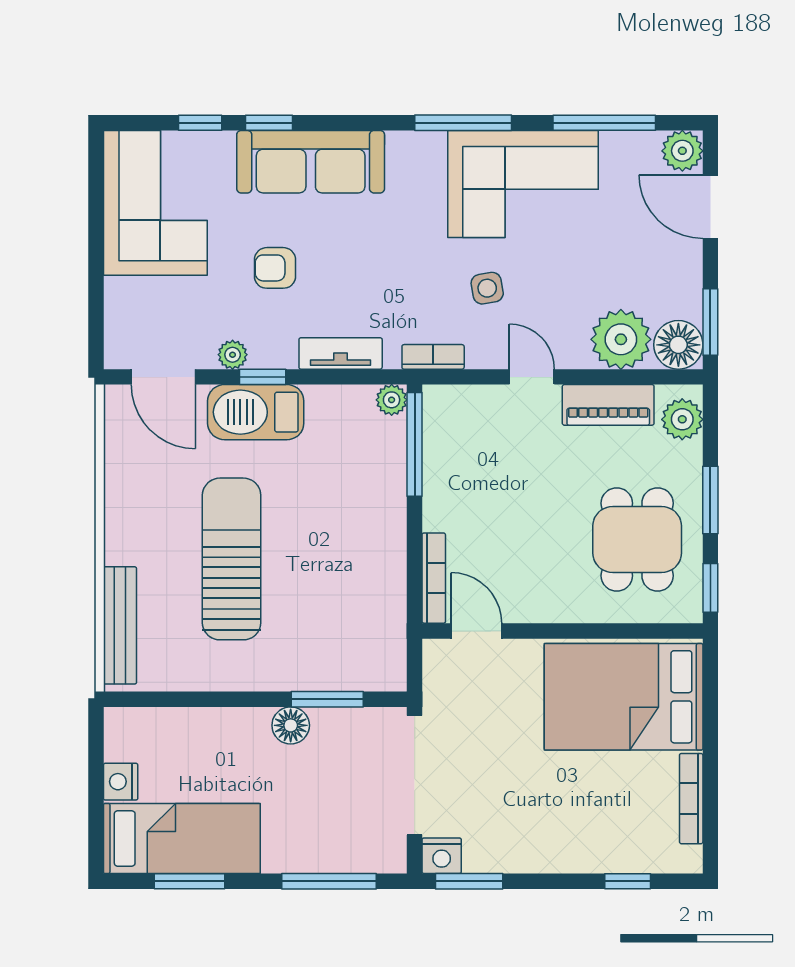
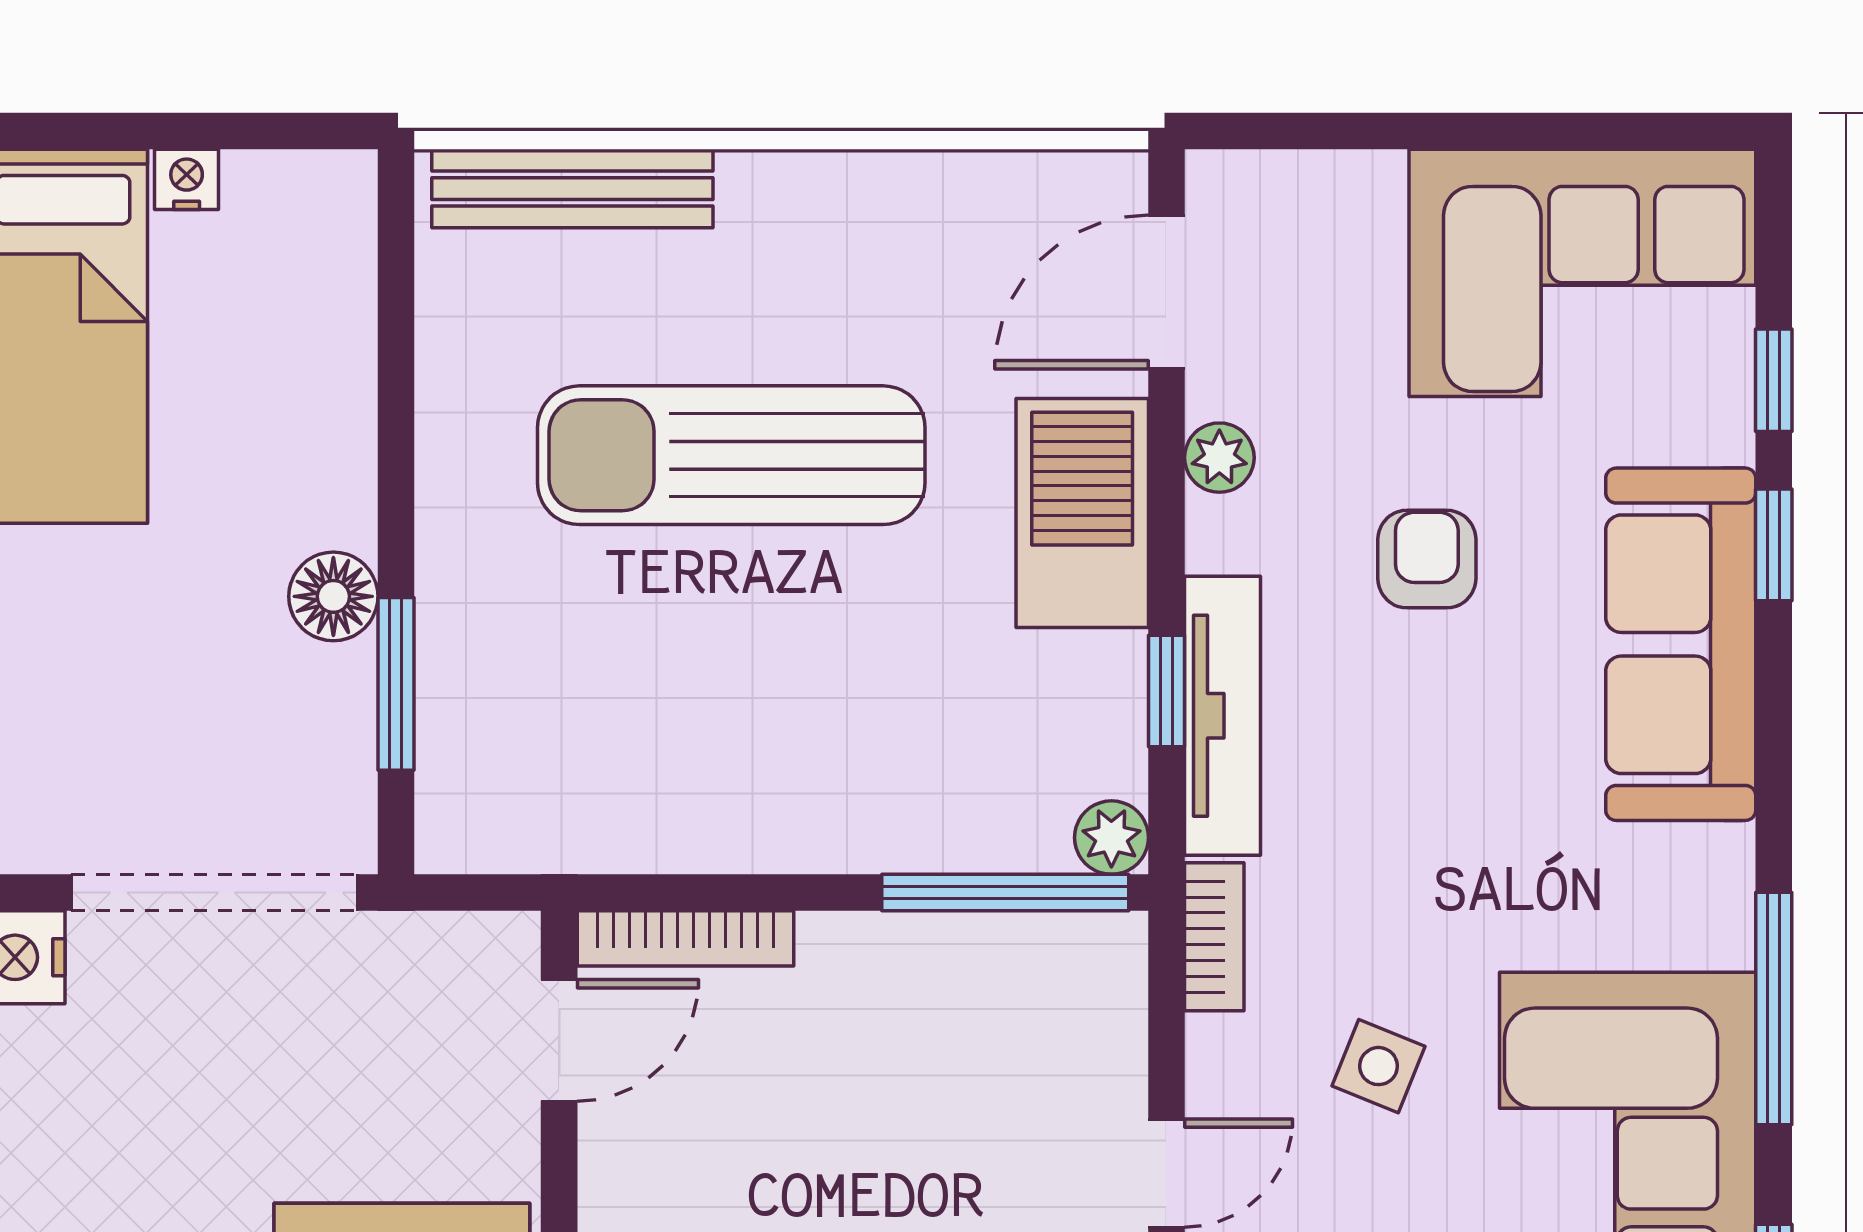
side table: (487, 288) -> (1379, 1066), turned 32
tv unit: (341, 353) -> (1222, 716), width x1.41
window: (263, 377) -> (1166, 691), moved
sun lounger: (232, 559) -> (731, 455), turned 180
nightstand: (121, 782) -> (187, 179), width x0.72, depth x0.74

